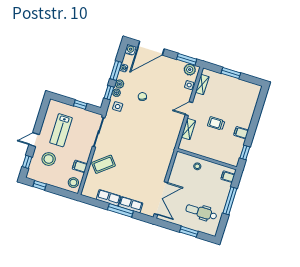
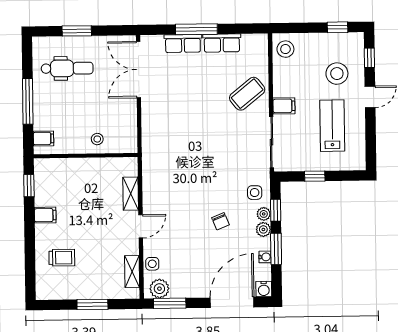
trolley: (216, 123) -> (62, 258), moved
filing cabinet: (80, 166) -> (284, 106), moved

